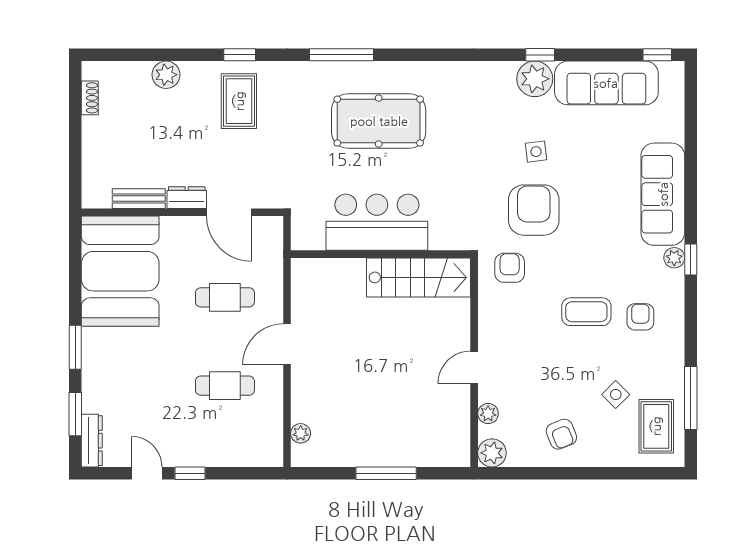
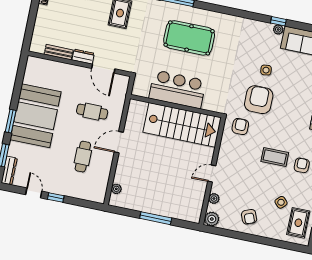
plant: (535, 79) -> (278, 30), width x0.53, depth x0.53
booth: (120, 271) -> (36, 116), moved
stairs: (418, 277) -> (182, 125), width x1.36, depth x1.51
cafe table: (225, 386) -> (83, 157), turned 90

